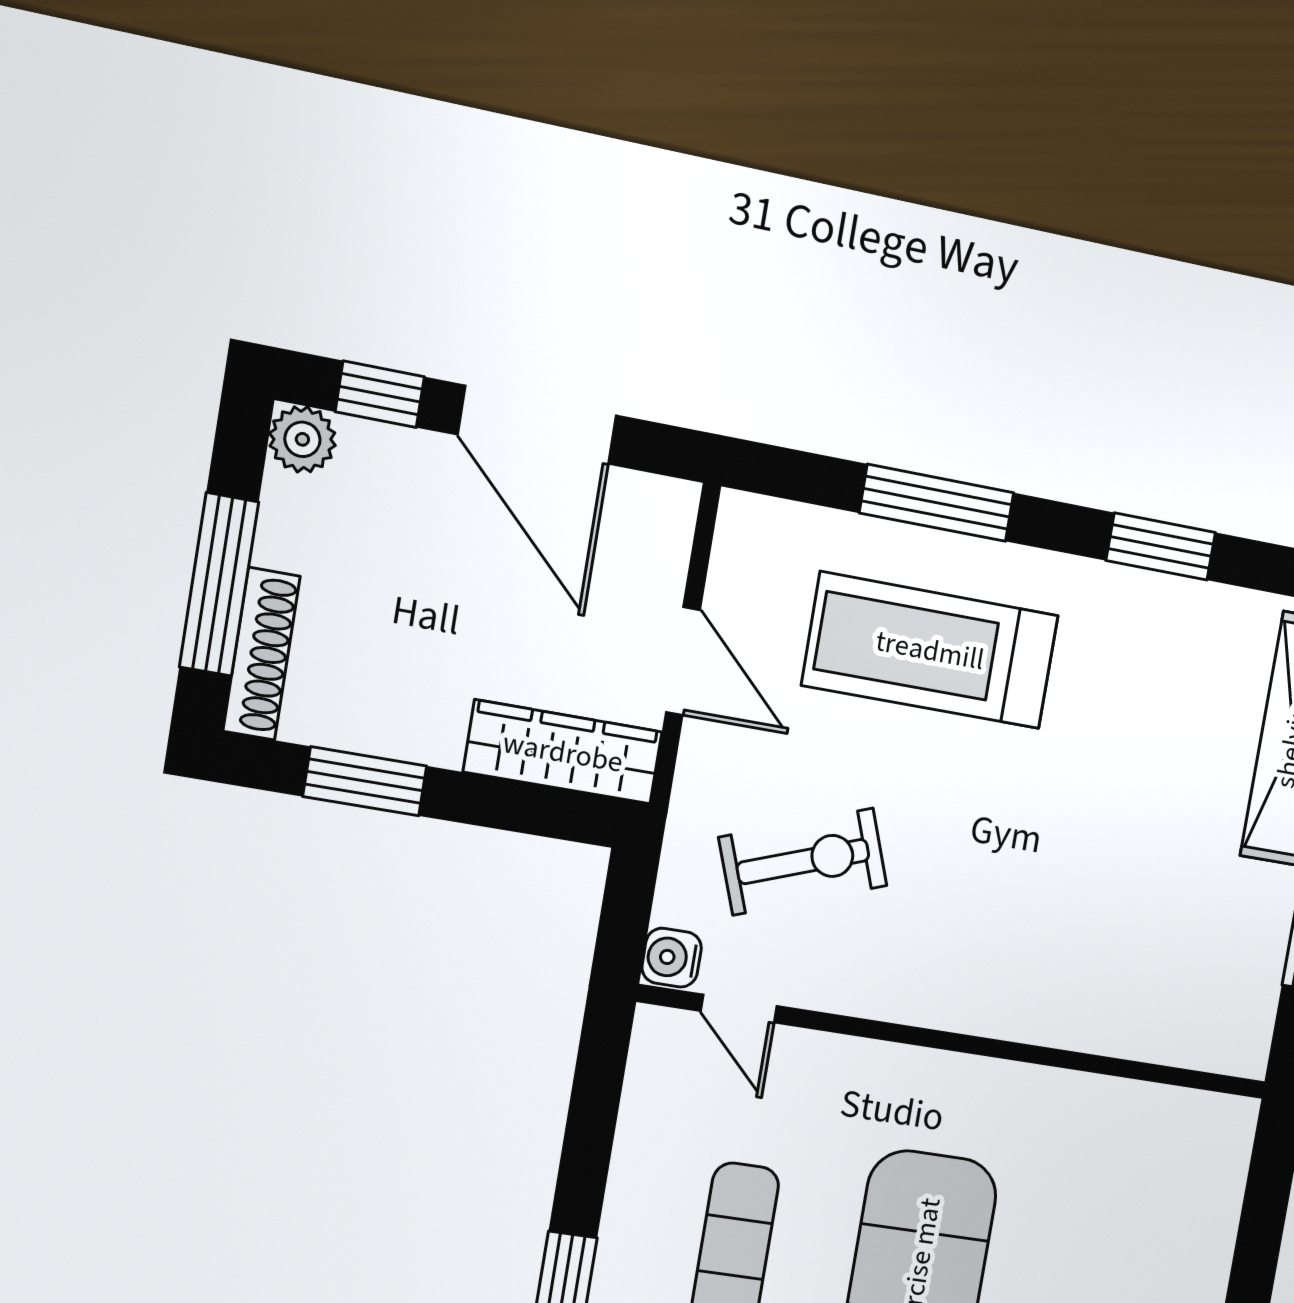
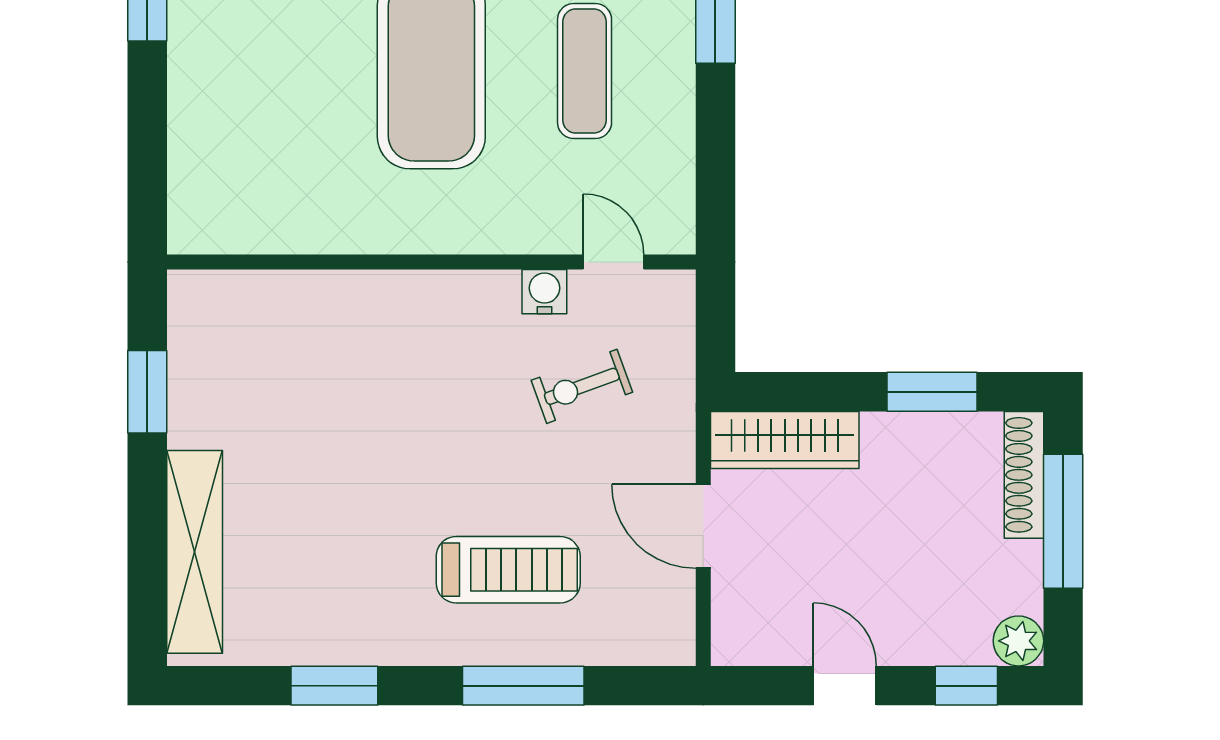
door: (537, 425) -> (845, 686), width x0.53
treadmill: (930, 650) -> (508, 570), width x0.73, depth x0.73
exercise bike: (803, 862) -> (582, 386), width x0.73, depth x0.72
water cooler: (672, 958) -> (544, 292), moved, turned -90

